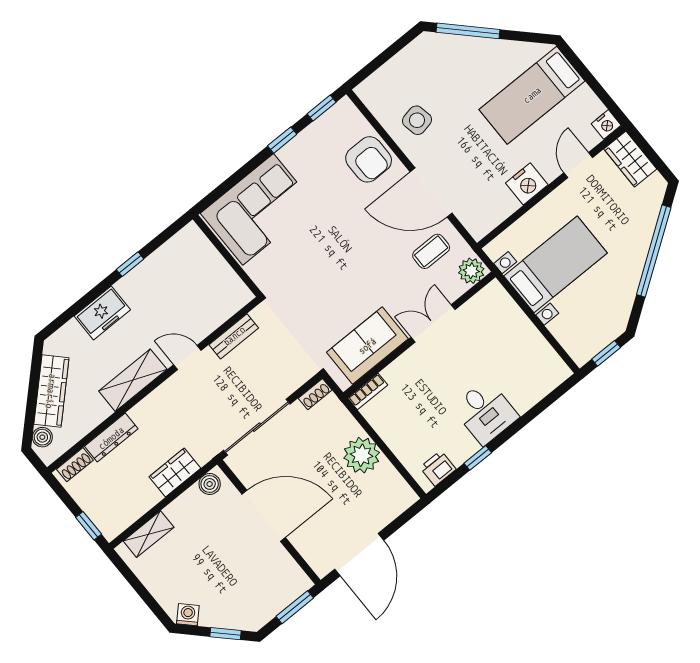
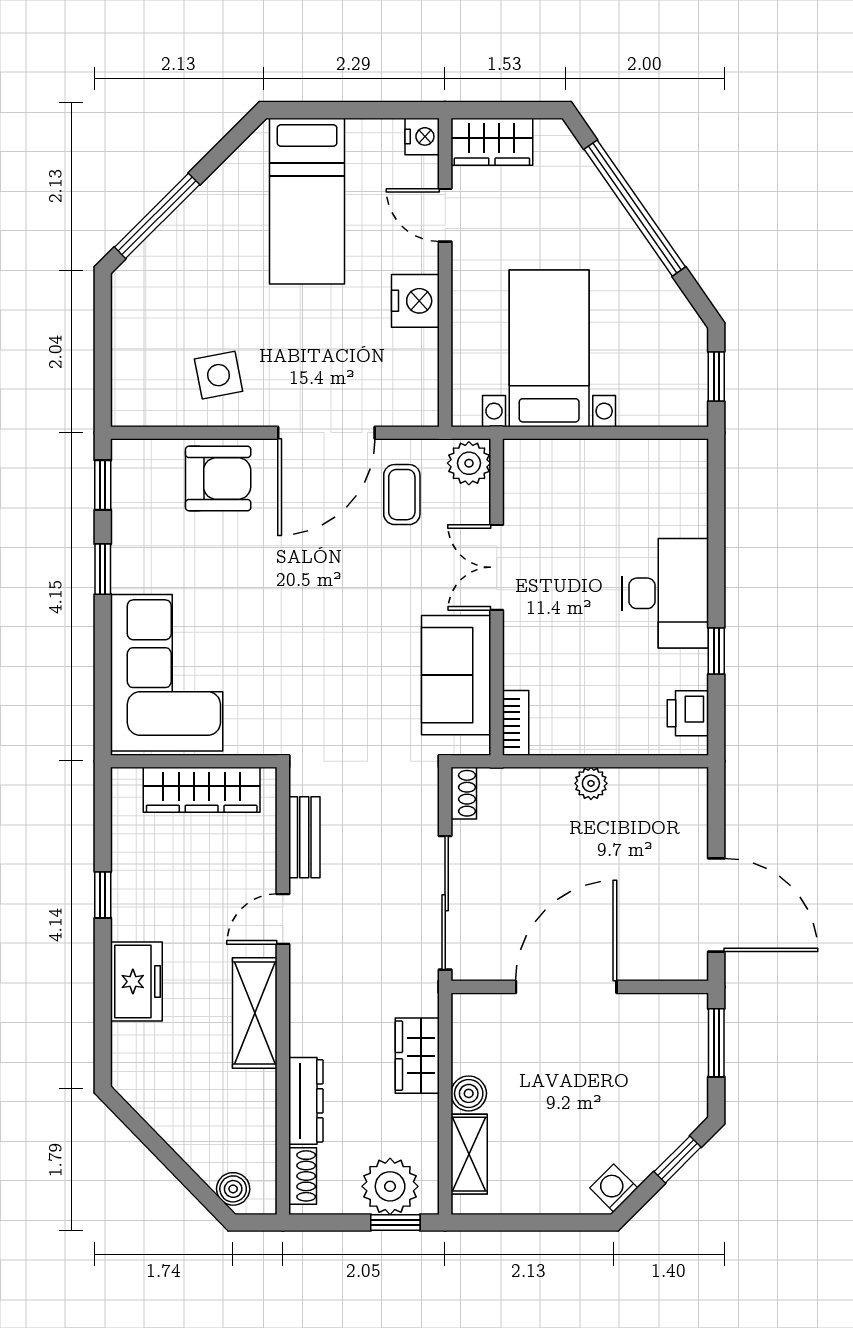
wardrobe: (51, 391) -> (202, 790), moved, turned 134
desk: (485, 412) -> (665, 593), width x1.37
plant: (362, 455) -> (591, 783), width x0.53, depth x0.53
boiler: (210, 484) -> (469, 1093), moved
plant: (103, 509) -> (390, 1186), added

